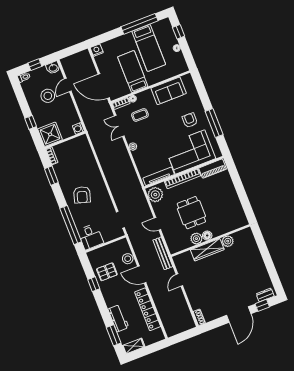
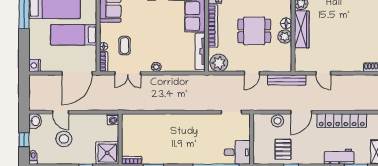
armchair: (82, 195) -> (188, 144), removed

